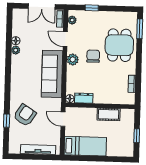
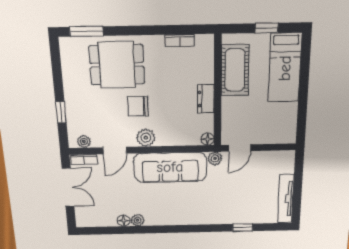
dresser: (84, 98) -> (206, 99), moved
plant: (57, 103) -> (215, 158), added
cot: (109, 114) -> (235, 70), width x1.37, depth x1.34
armchair: (25, 115) -> (234, 203), removed
bed: (85, 146) -> (285, 68), moved, turned 180
tv unit: (38, 150) -> (286, 199), moved

